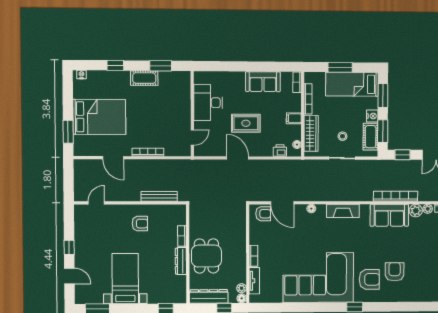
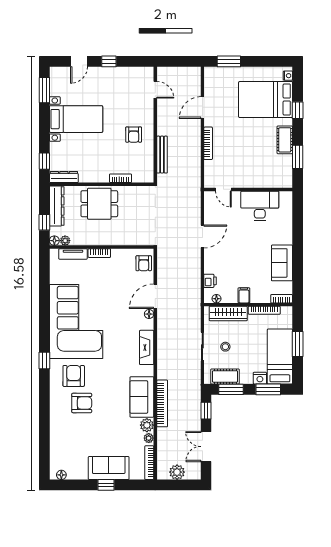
nightstand: (372, 116) -> (260, 378), moved
bed: (99, 117) -> (266, 100), moved, turned 90
rug: (246, 123) -> (239, 245), removed
door: (282, 203) -> (155, 296), moved
dresser: (181, 261) -> (64, 177), moved
armchair: (369, 279) -> (74, 376), turned 180

